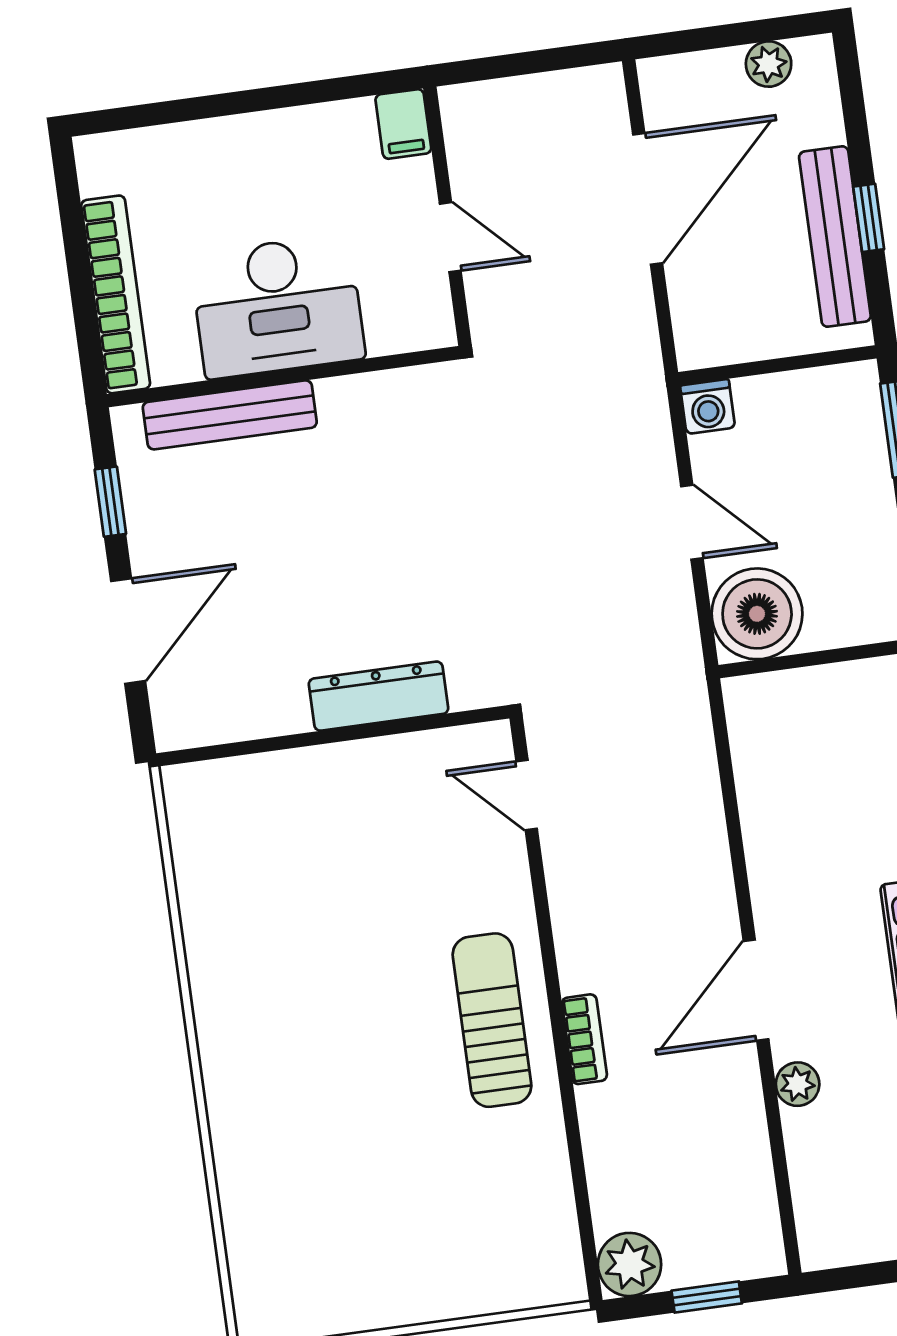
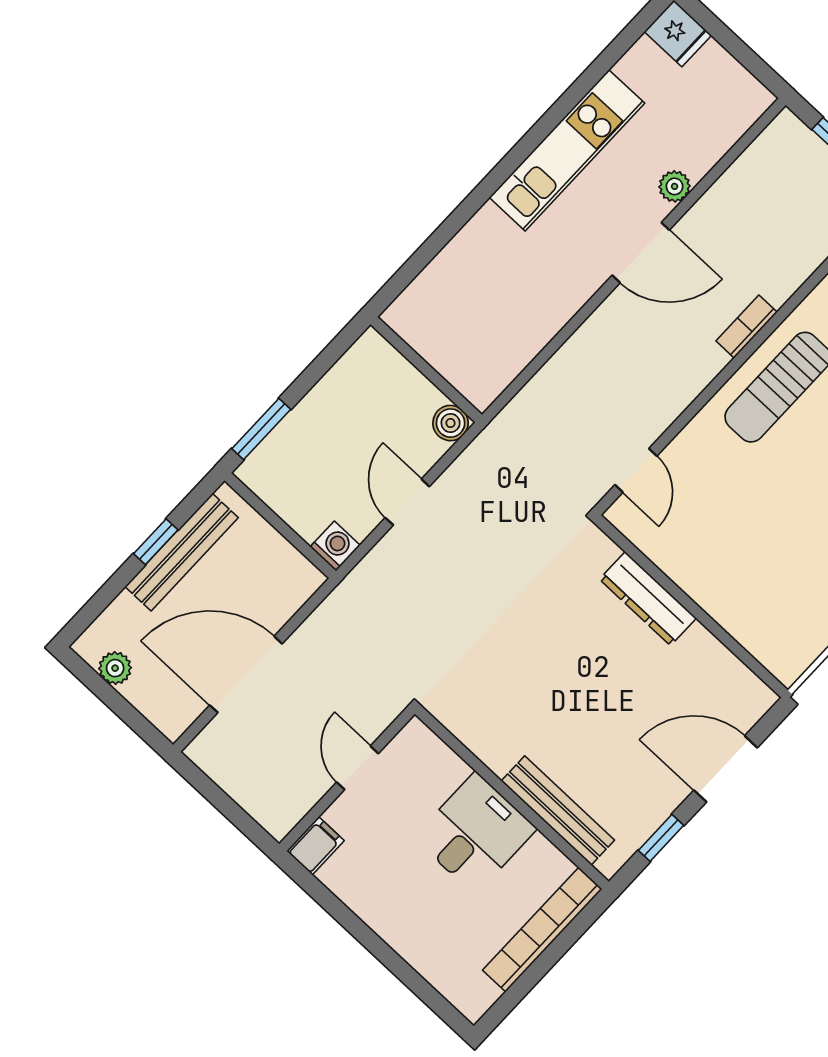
desk: (277, 306) -> (475, 833), width x0.73
boiler: (757, 614) -> (451, 423), width x0.54, depth x0.54

